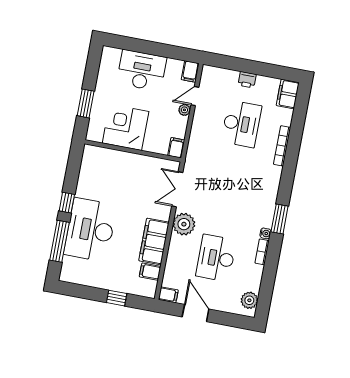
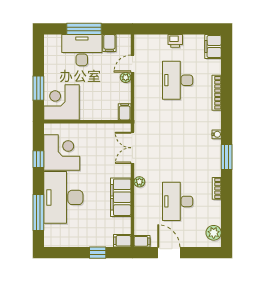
window: (149, 47) -> (84, 29), added
filing cabinet: (190, 72) -> (109, 43), moved
desk: (241, 124) -> (178, 80), turned 180
corner desk: (126, 127) -> (61, 102), moved
corner desk: (98, 180) -> (62, 152), added
window: (67, 203) -> (38, 159), moved
plant: (184, 224) -> (139, 182), width x0.53, depth x0.53
water cooler: (265, 233) -> (217, 134), moved
filing cabinet: (150, 272) -> (122, 241), moved

